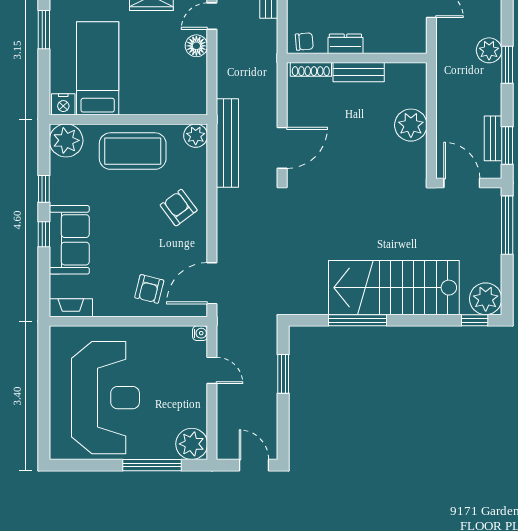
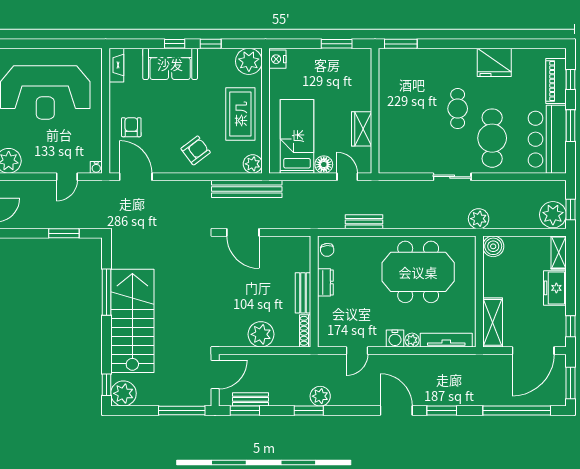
bed: (98, 68) -> (297, 136), moved, turned -90
shoe rack: (311, 69) -> (305, 331), moved
armchair: (149, 289) -> (131, 127), turned 76

